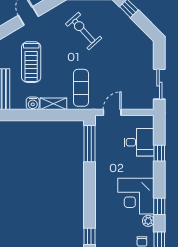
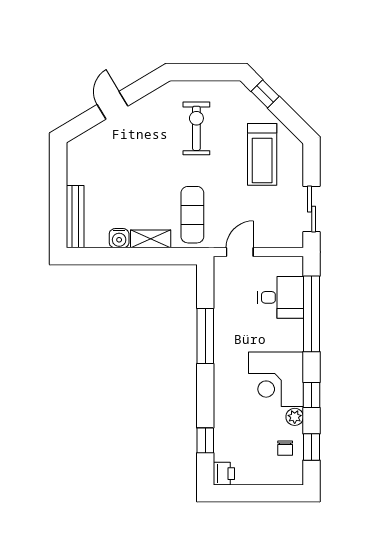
exercise bike: (84, 31) -> (196, 128), turned 42
treadmill: (31, 62) -> (262, 154), moved
window: (89, 144) -> (205, 336), moved
window: (159, 153) -> (312, 314), width x3.17

